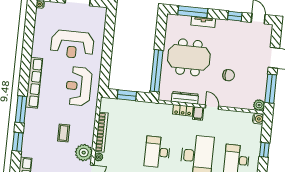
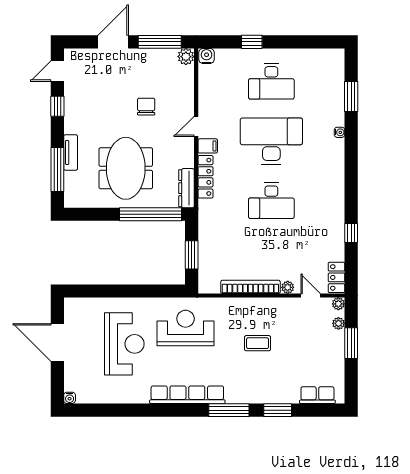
reception desk: (79, 86) -> (186, 328), turned 180
dresser: (185, 98) -> (186, 188), moved
locker: (183, 110) -> (205, 177), width x1.53
plant: (84, 153) -> (284, 310), removed

